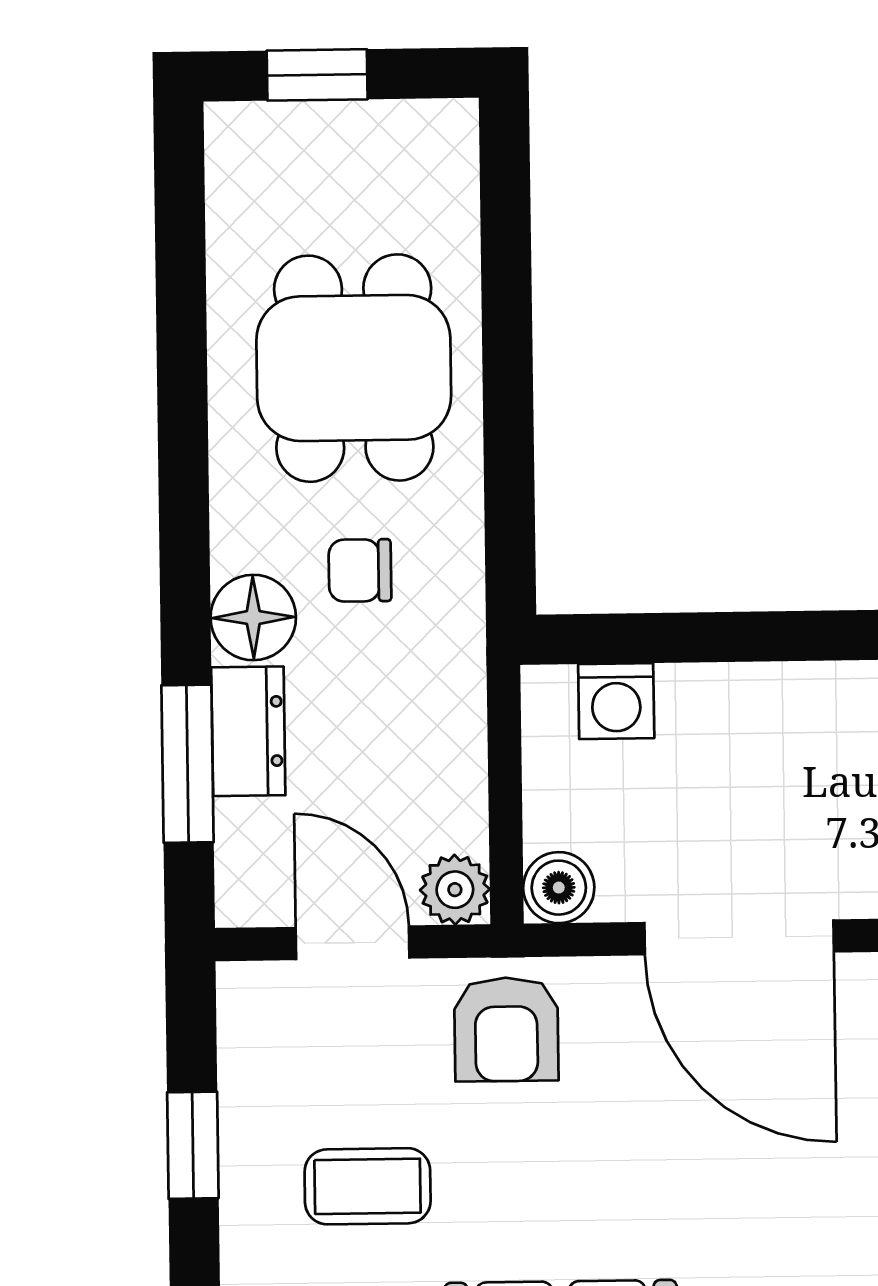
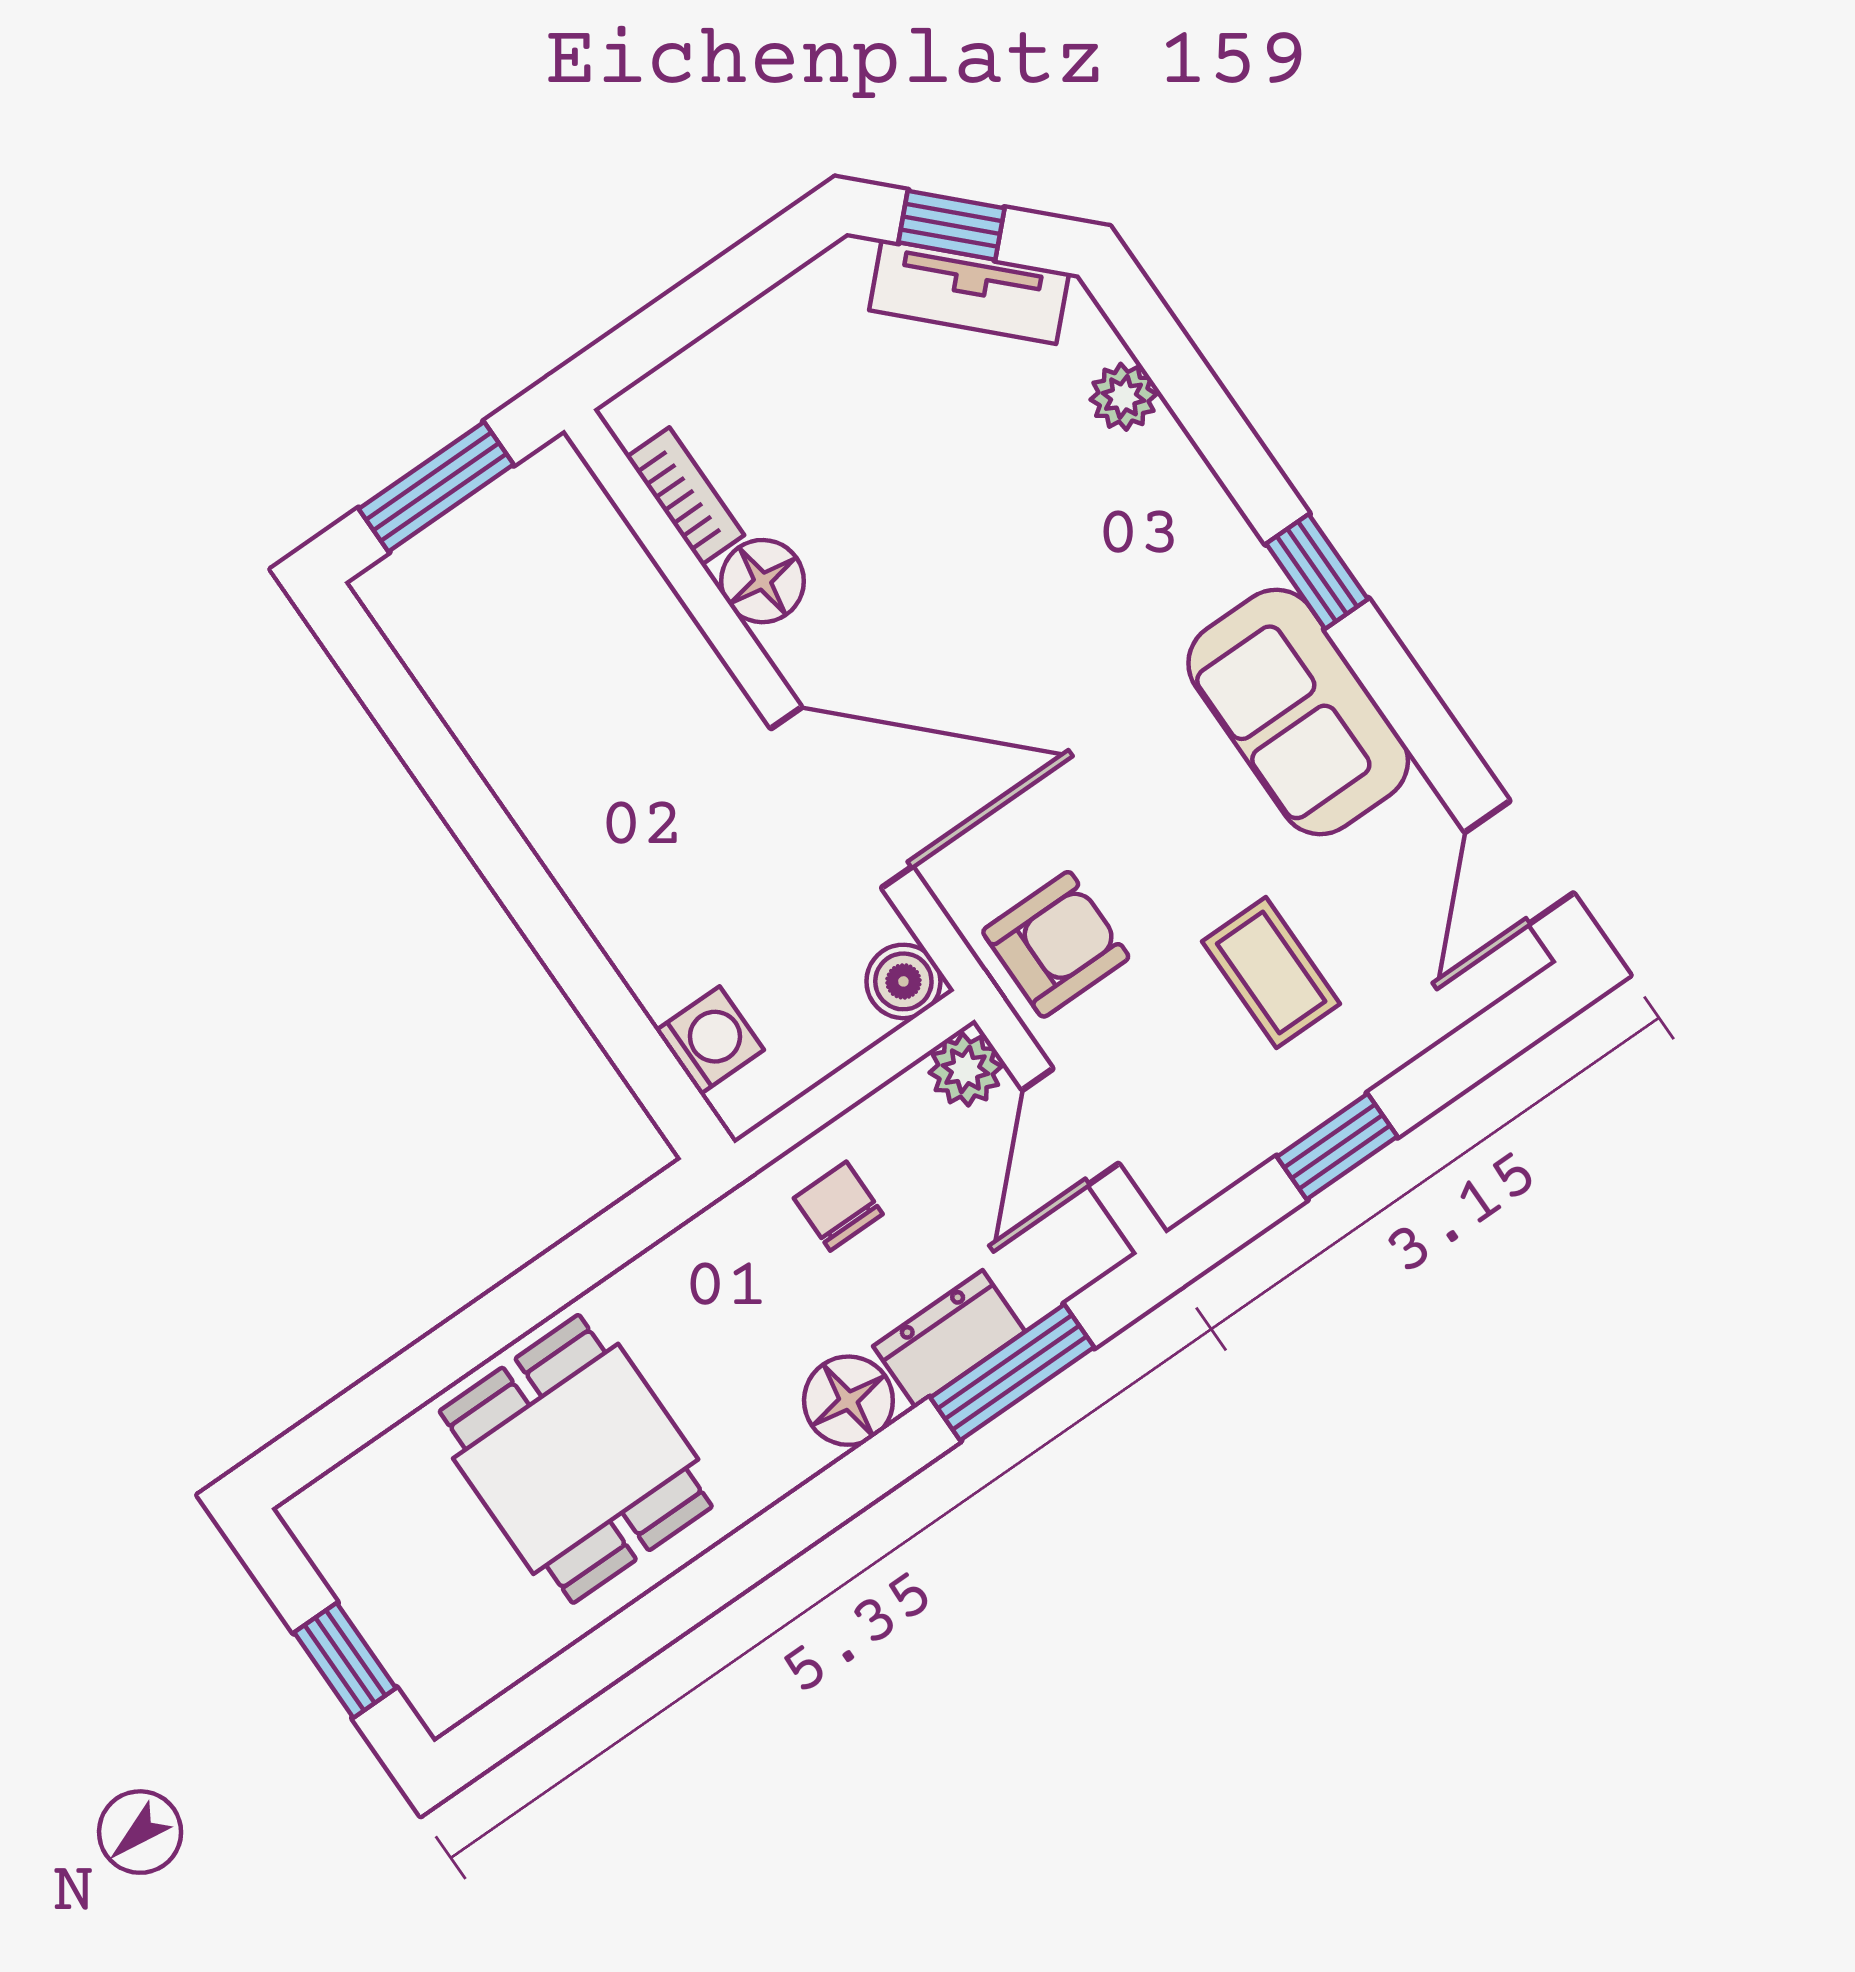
dining table: (354, 368) -> (576, 1459), turned 90
chair: (360, 570) -> (838, 1206), moved, turned 180
door: (739, 937) -> (842, 798), hinge flipped

